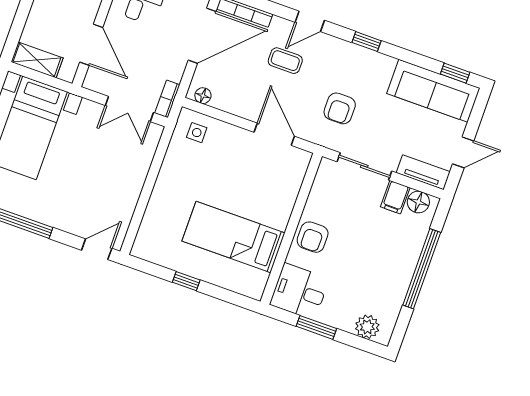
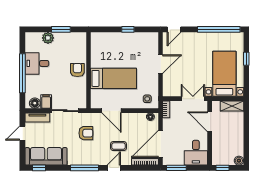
window: (367, 42) -> (85, 168), width x2.17
armchair: (340, 108) -> (86, 133), turned 90
double door: (129, 109) -> (193, 99), moved
door: (147, 191) -> (161, 64), added
bed: (233, 237) -> (114, 78), moved
desk: (299, 292) -> (37, 63), moved, turned 180
plant: (367, 327) -> (48, 38), moved

